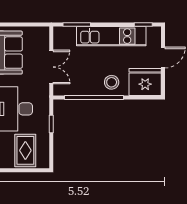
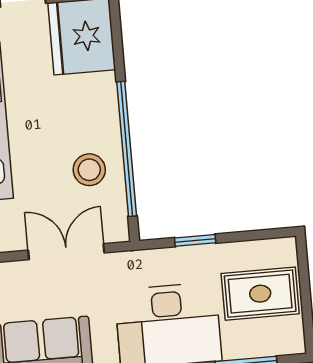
stool: (112, 82) -> (89, 170), moved

